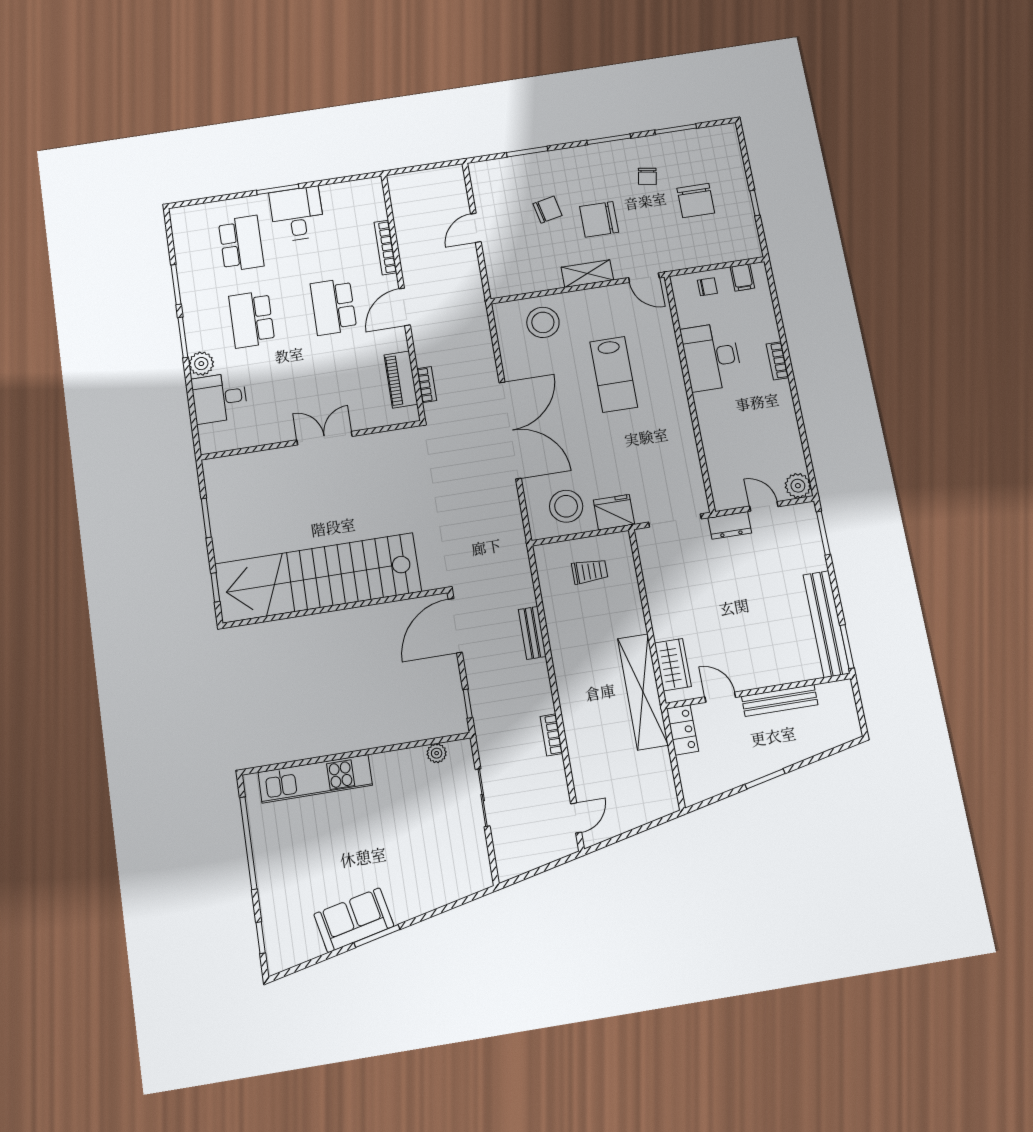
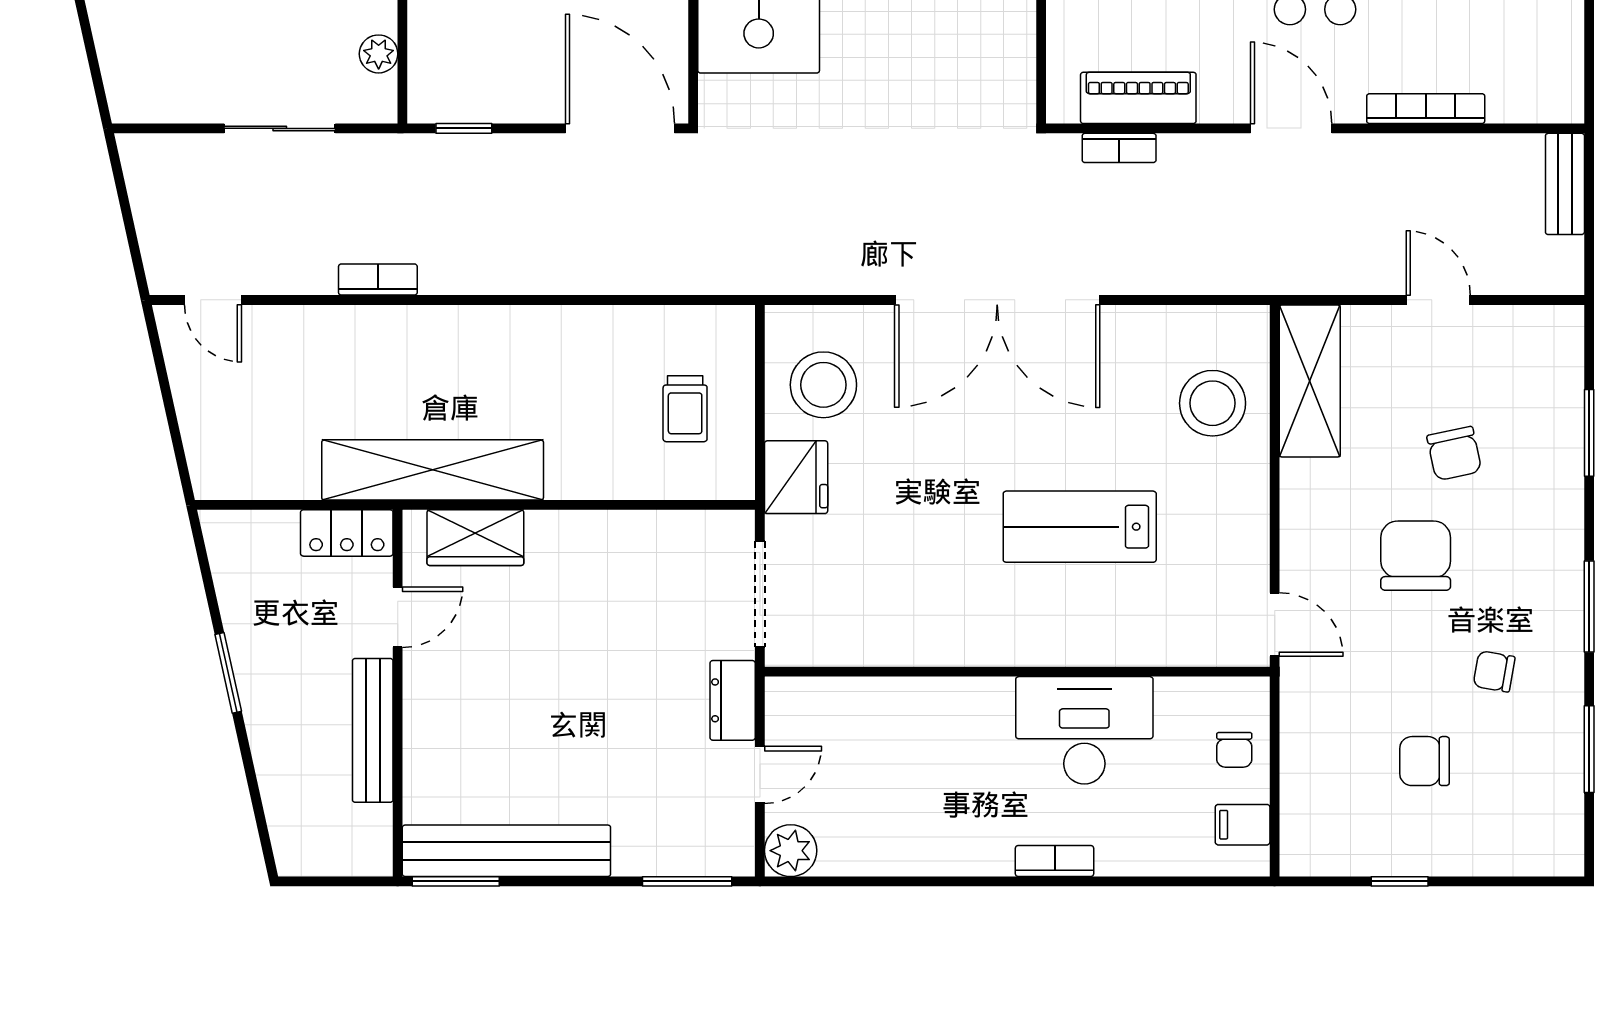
chair: (696, 201) -> (1424, 761), width x0.73, depth x0.73
shelving: (587, 274) -> (1310, 381), moved, width x1.50, depth x1.33
door: (644, 278) -> (1275, 624), swing flipped
bench: (532, 633) -> (1565, 184), moved, turned 90

